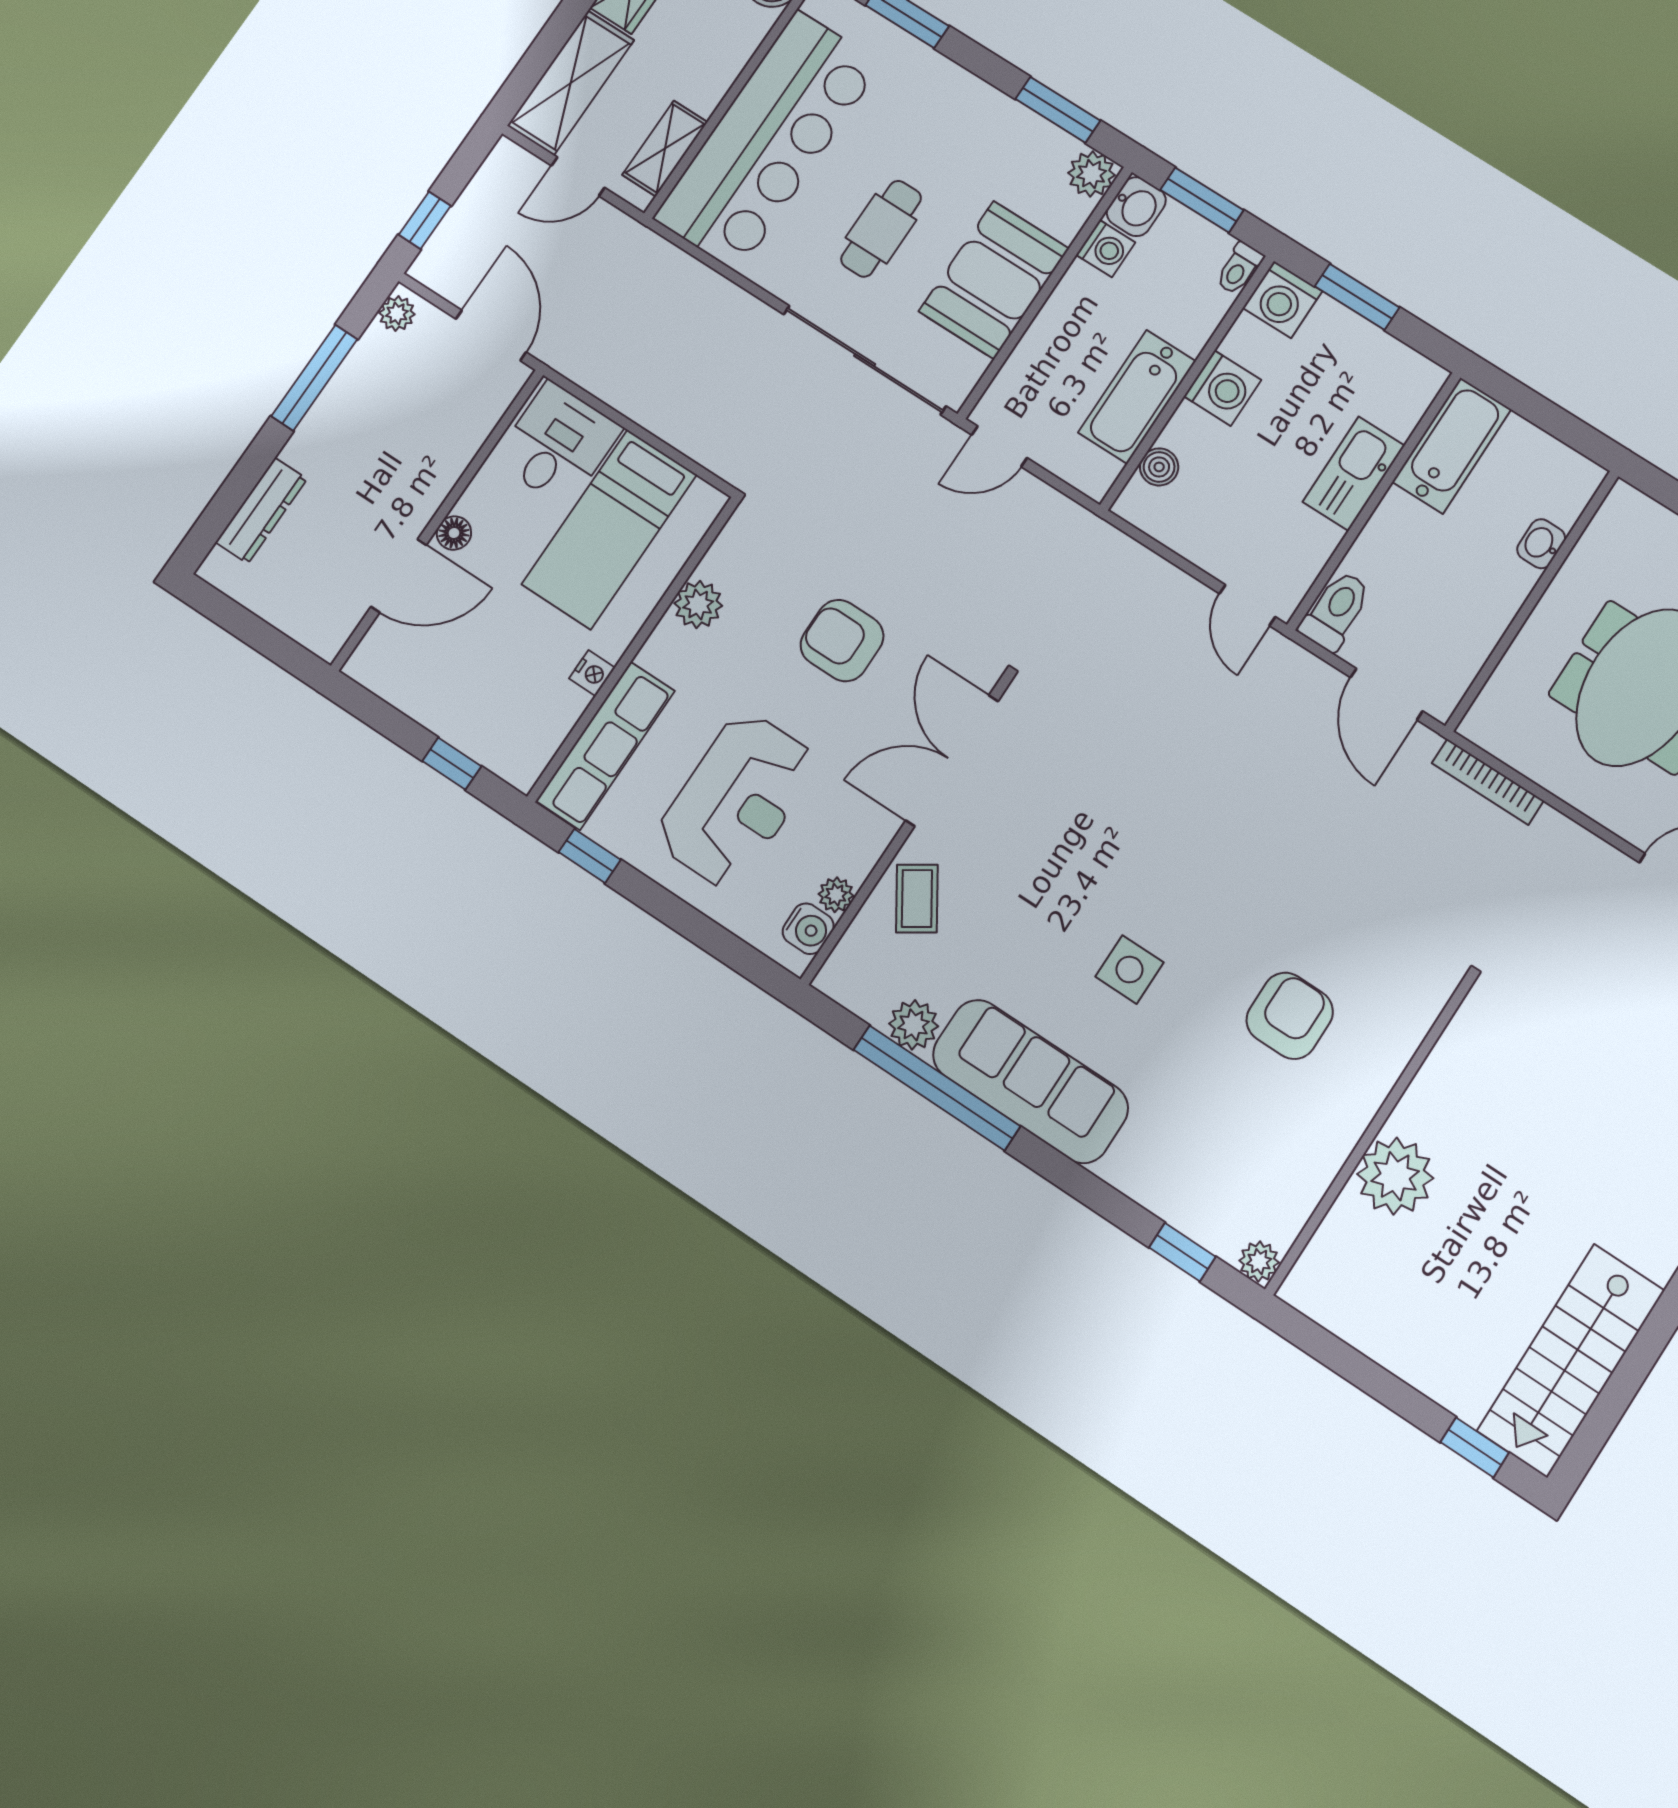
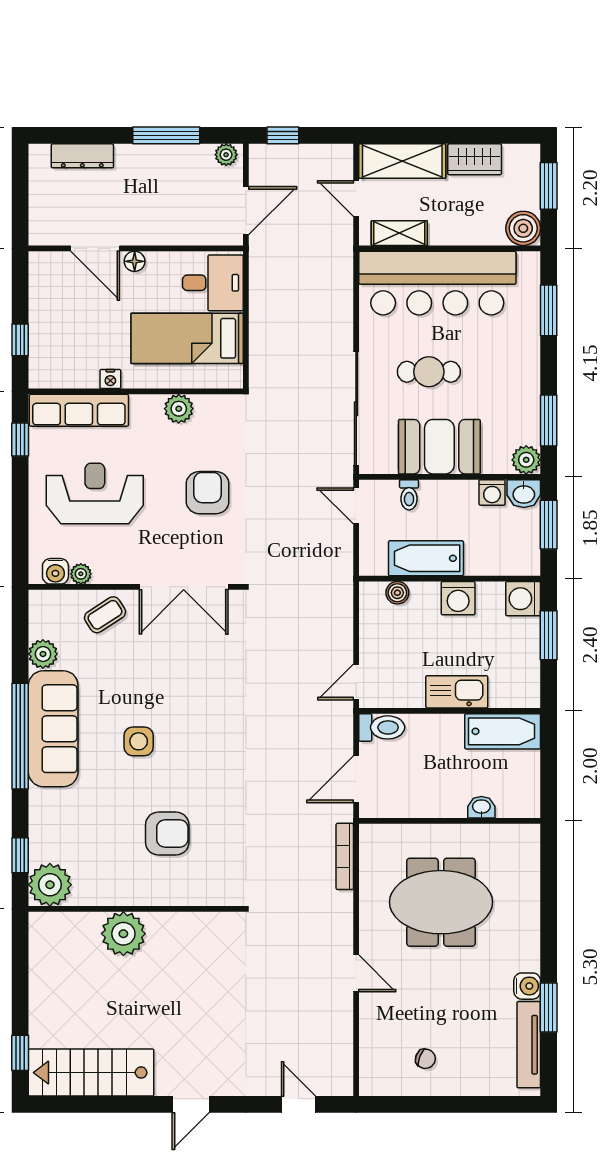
toilet: (1239, 268) -> (409, 495), moved, turned -90
double door: (952, 761) -> (184, 587), swing flipped
reception desk: (737, 800) -> (95, 494), turned 180
window: (937, 1088) -> (20, 736), moved
plant: (1259, 1262) -> (50, 885), width x1.88, depth x1.88

